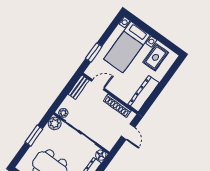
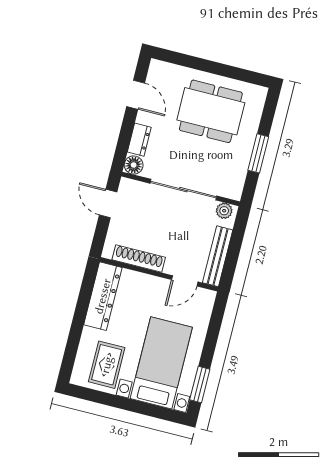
window: (94, 52) -> (200, 385), moved
bench: (79, 87) -> (218, 256), width x1.36
plant: (55, 123) -> (232, 188), removed
door: (128, 132) -> (108, 203), moved

